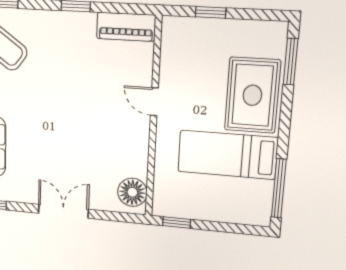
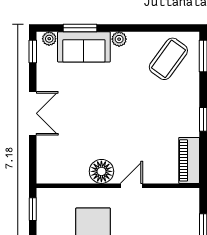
floor lamp: (132, 192) -> (101, 171), moved

